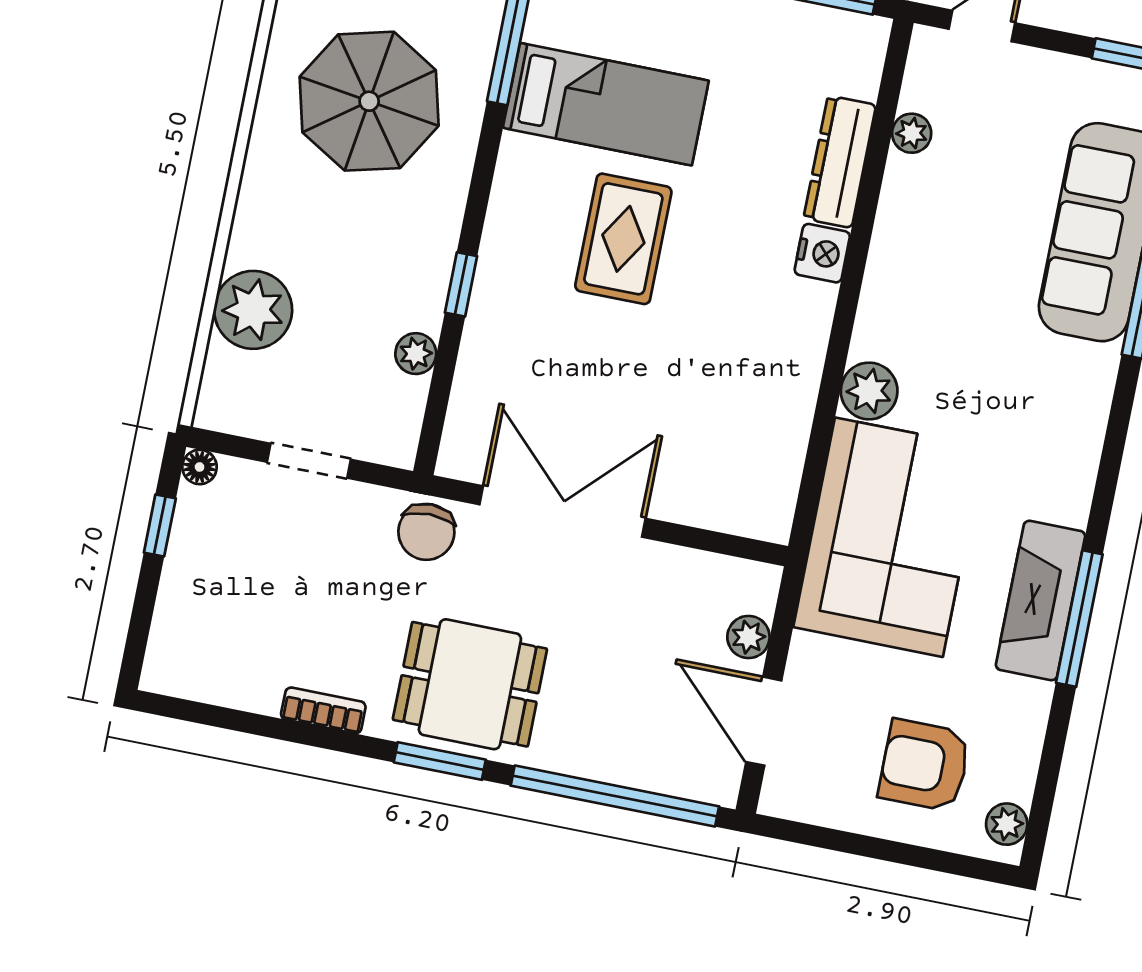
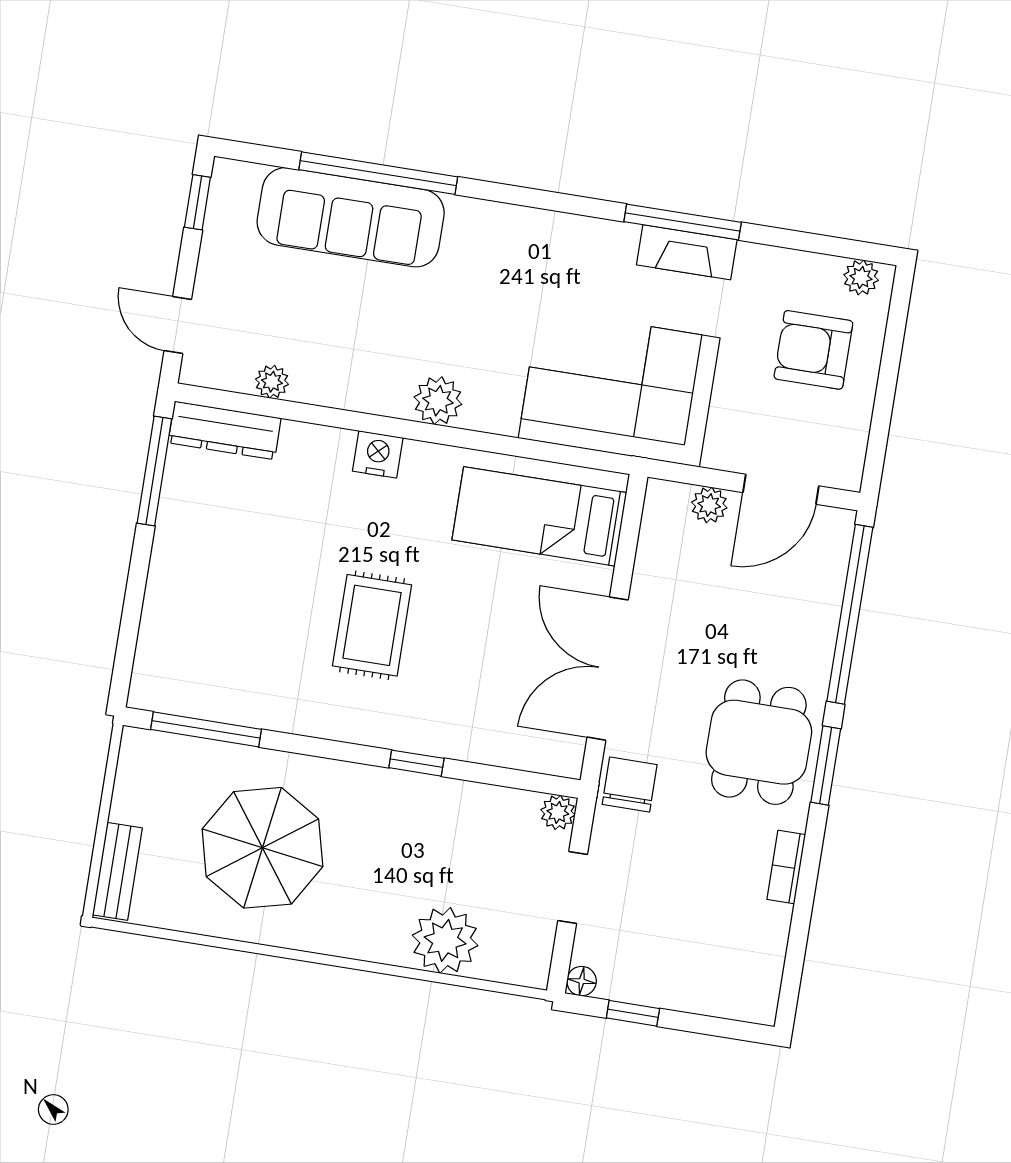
bed: (606, 104) -> (539, 516), moved, turned -90
dresser: (840, 162) -> (225, 430), moved
rug: (623, 239) -> (372, 625), turned 90
plant: (416, 354) -> (558, 812), moved
plant: (869, 391) -> (438, 401), moved
chair: (426, 532) -> (630, 784), turned -90
fireplace: (1040, 600) -> (687, 252), width x0.73, depth x0.76
armchair: (924, 765) -> (813, 350), turned 90

